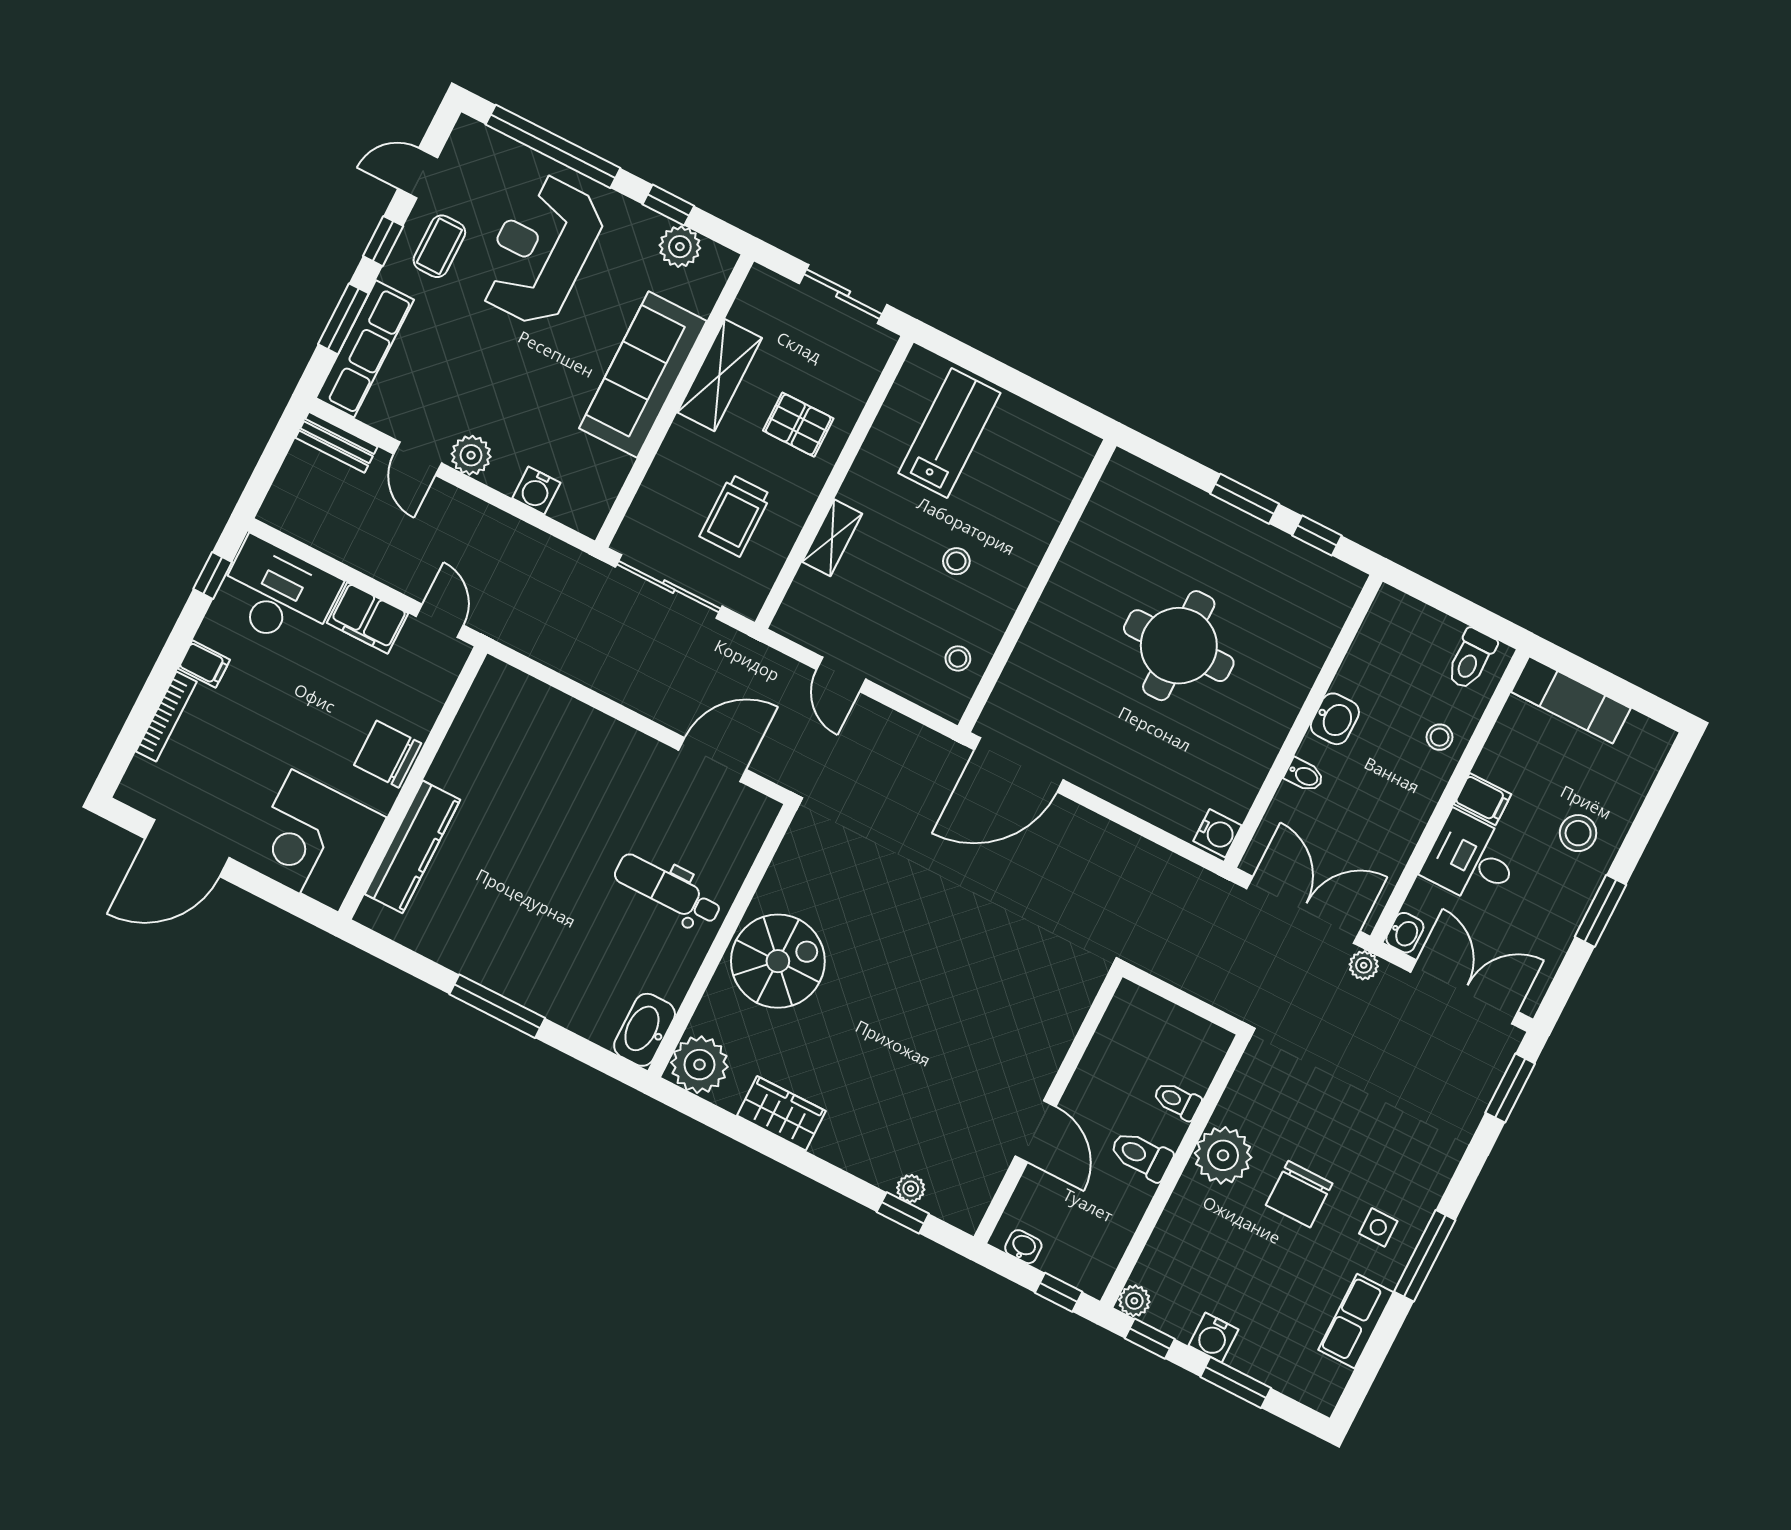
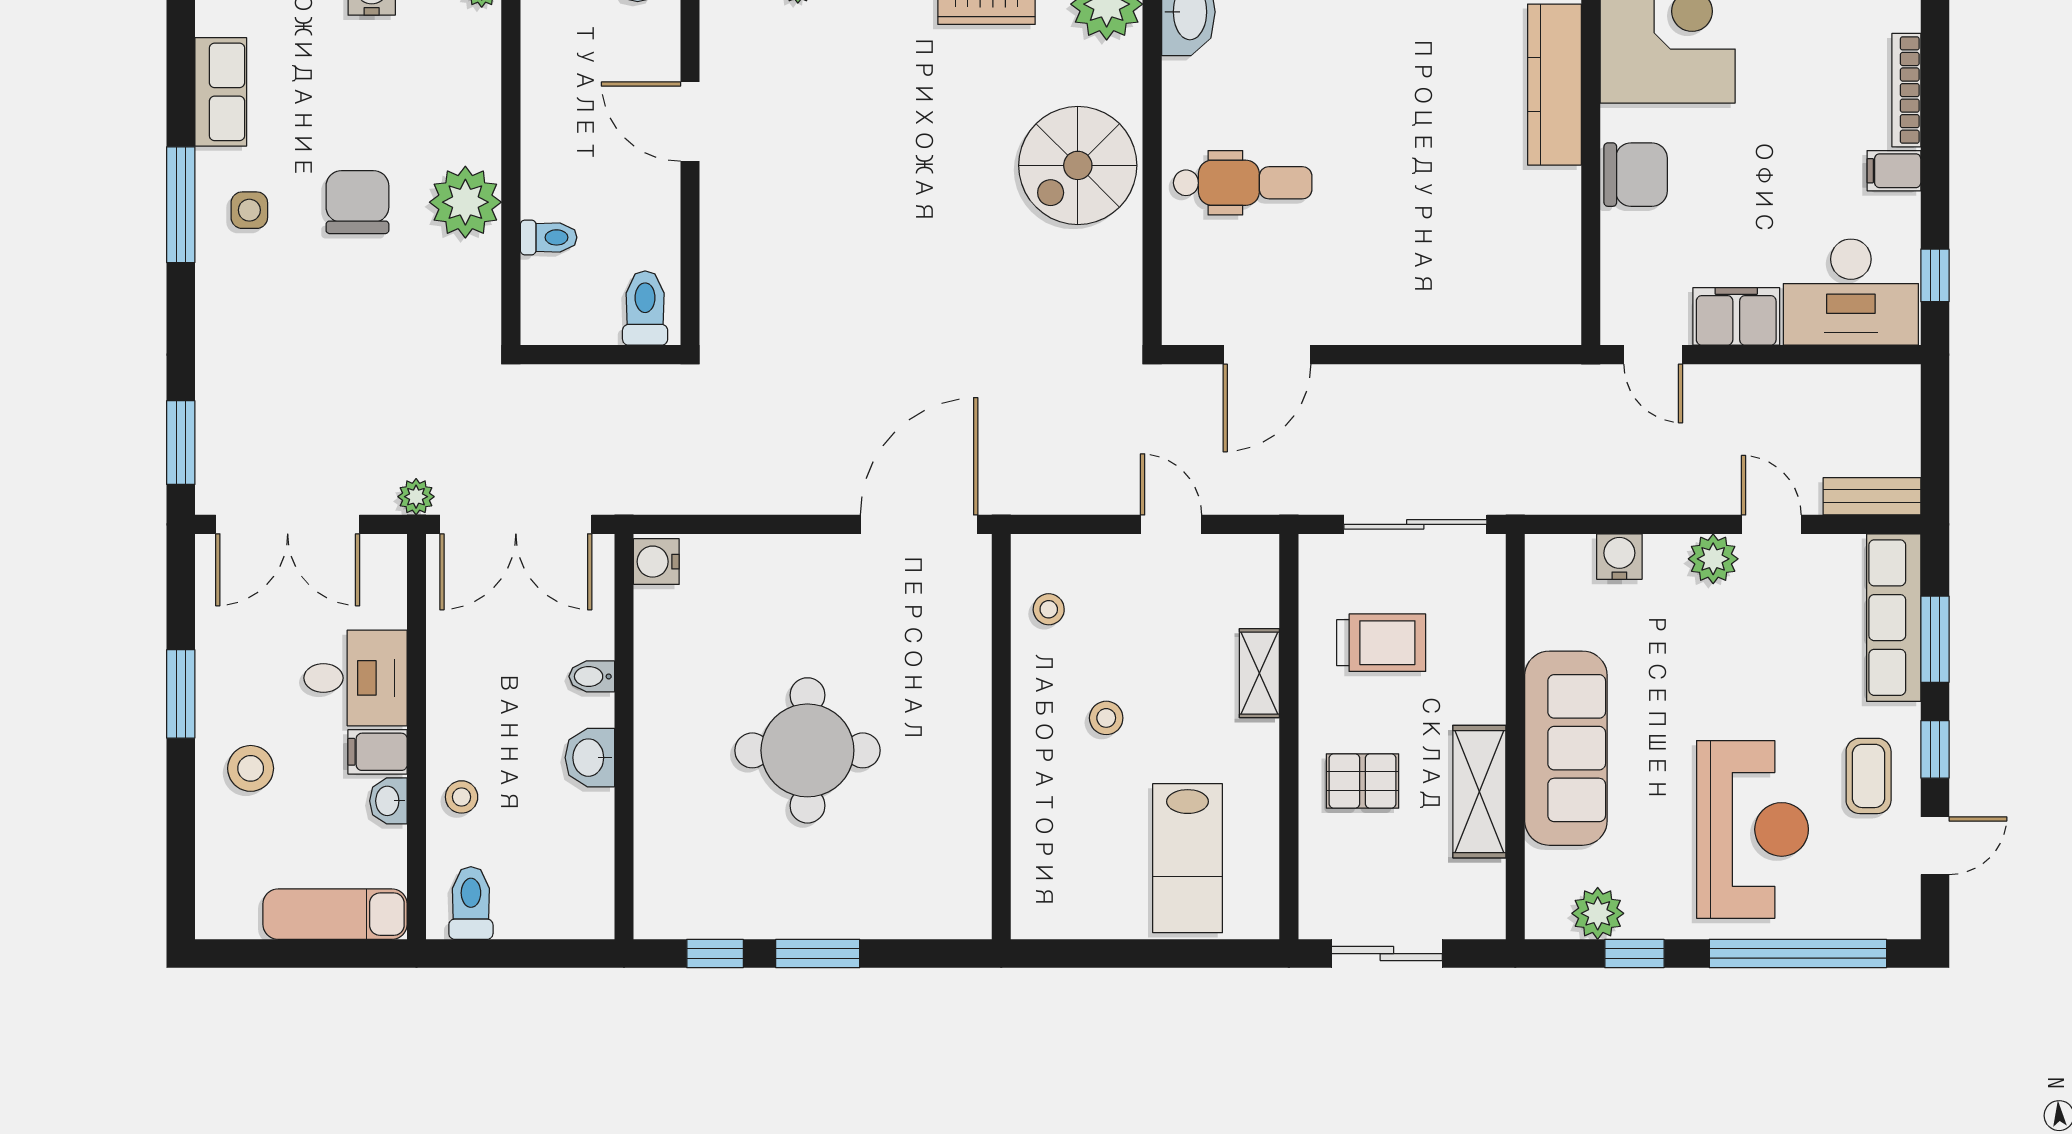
trolley: (735, 515) -> (1381, 643), turned 90
washbasin: (1405, 933) -> (388, 801), moved
toilet: (1141, 1155) -> (645, 308), moved, turned -90

